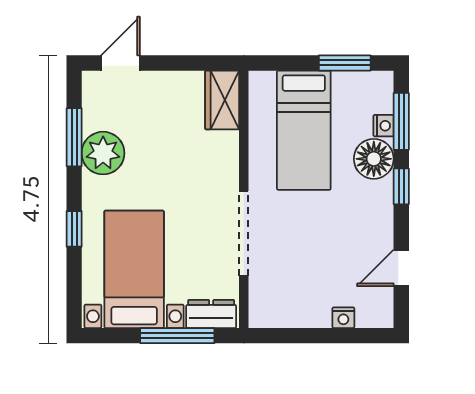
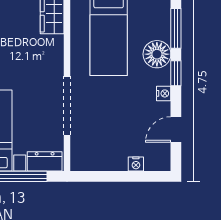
nightstand: (384, 126) -> (164, 93), moved

